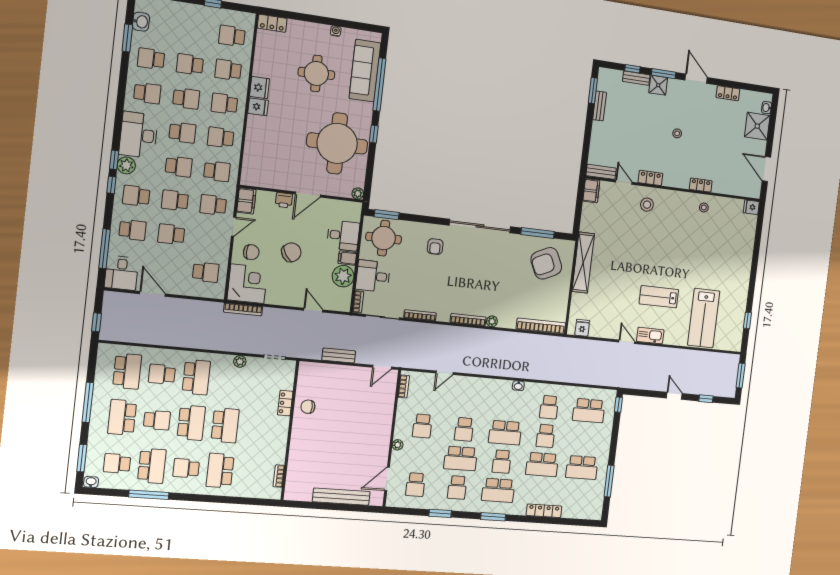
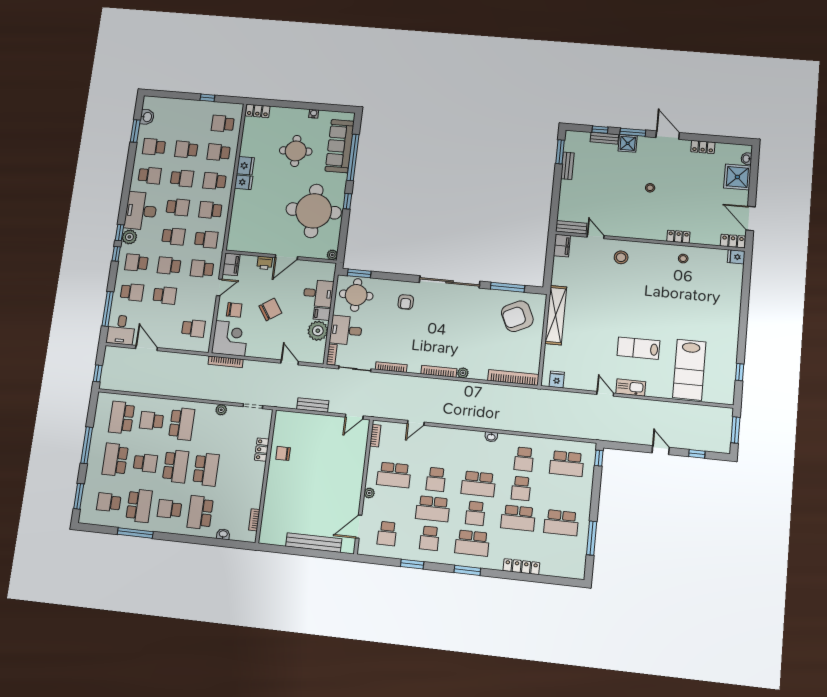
locker: (650, 178) -> (733, 241), moved
school desk: (171, 234) -> (165, 295), turned 180
school desk: (127, 371) -> (122, 418), turned 180
school desk: (422, 426) -> (394, 475), width x1.85
washbasin: (91, 482) -> (223, 534), moved

